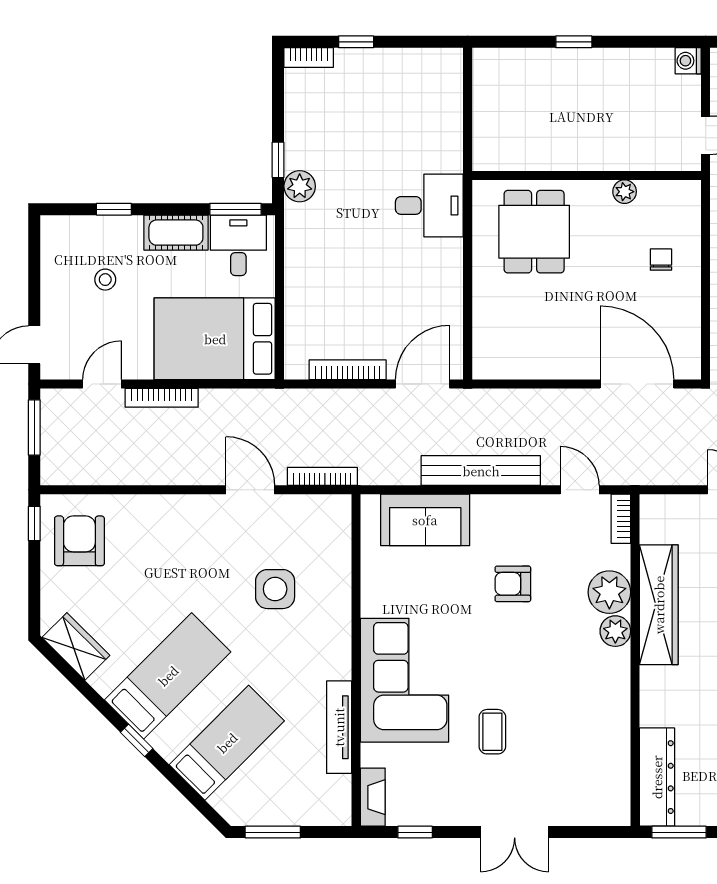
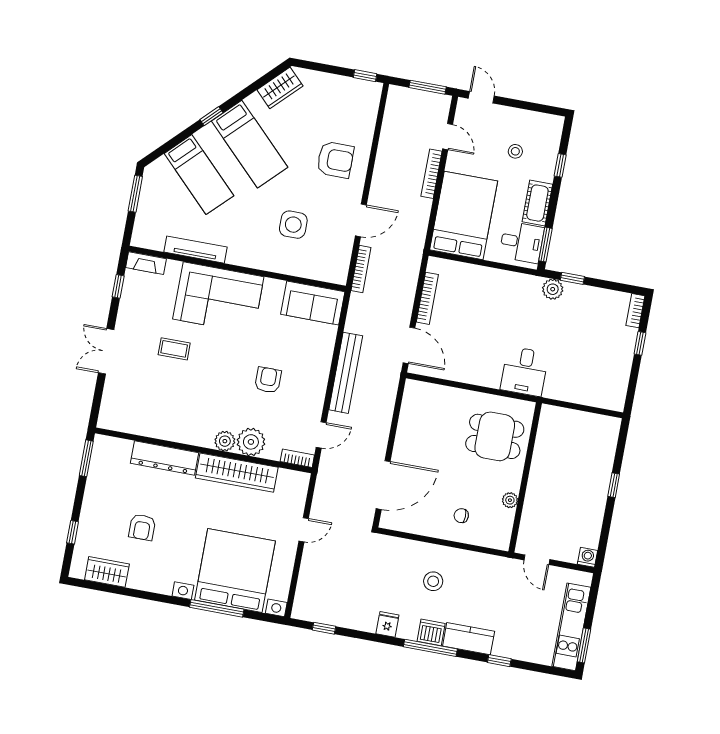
chair: (661, 260) -> (461, 516), turned 180
sofa: (425, 520) -> (313, 303), moved, turned -90
armchair: (79, 541) -> (335, 160), moved
dresser: (657, 777) -> (164, 458), moved

